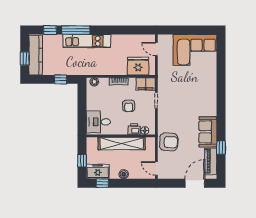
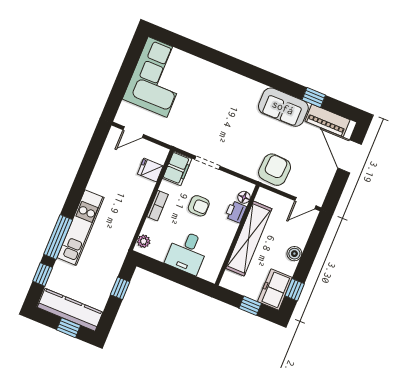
fridge: (138, 66) -> (150, 170), width x0.53, depth x0.75
desk: (98, 122) -> (187, 252), moved

